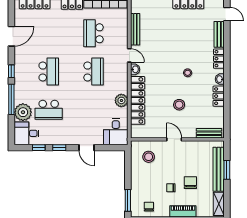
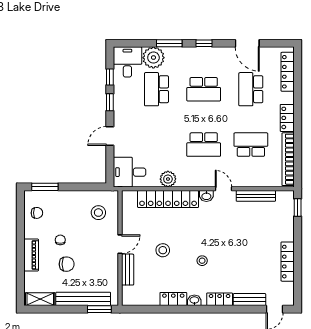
school desk: (49, 33) -> (251, 89), added
door: (129, 55) -> (224, 189), swing flipped
window: (11, 99) -> (169, 43), width x0.69
bench: (209, 133) -> (128, 270), moved
window: (227, 170) -> (99, 309), moved

